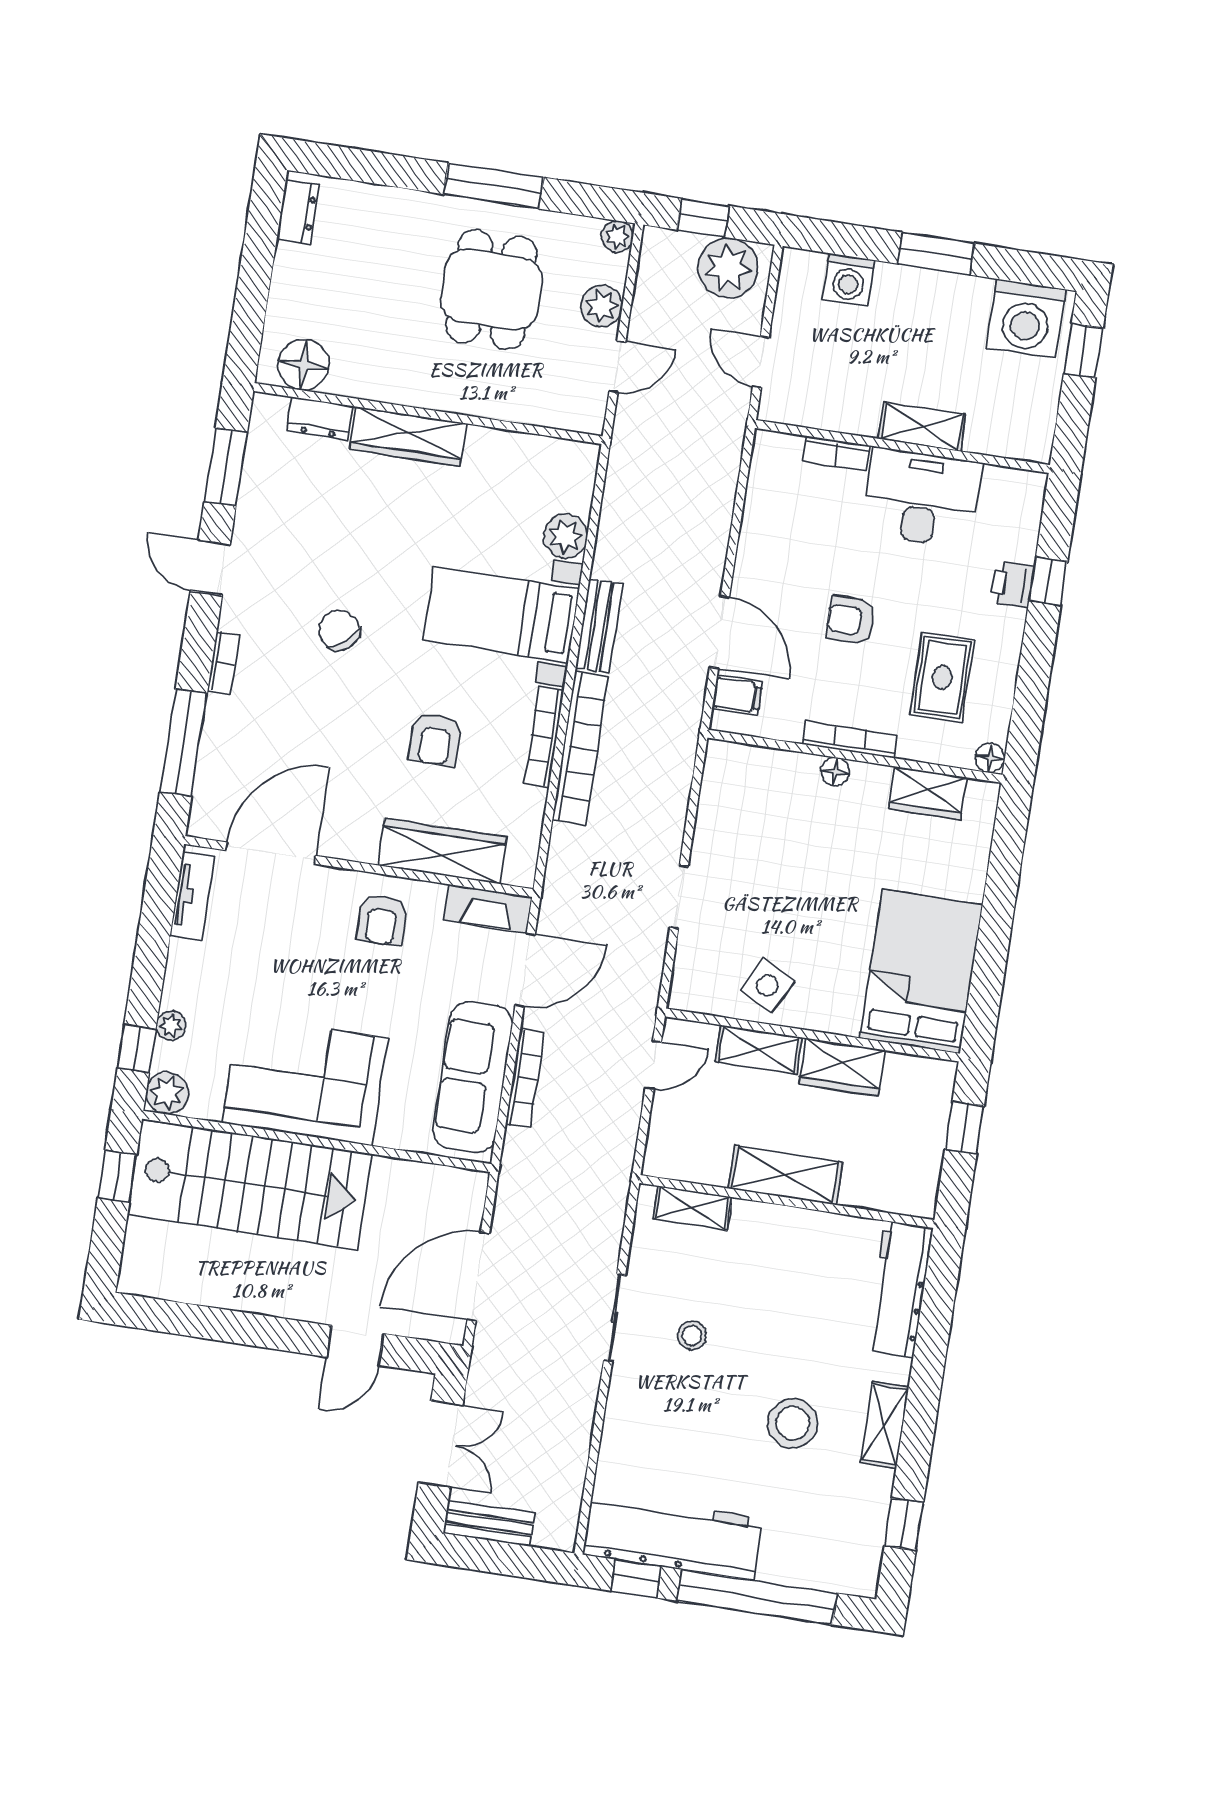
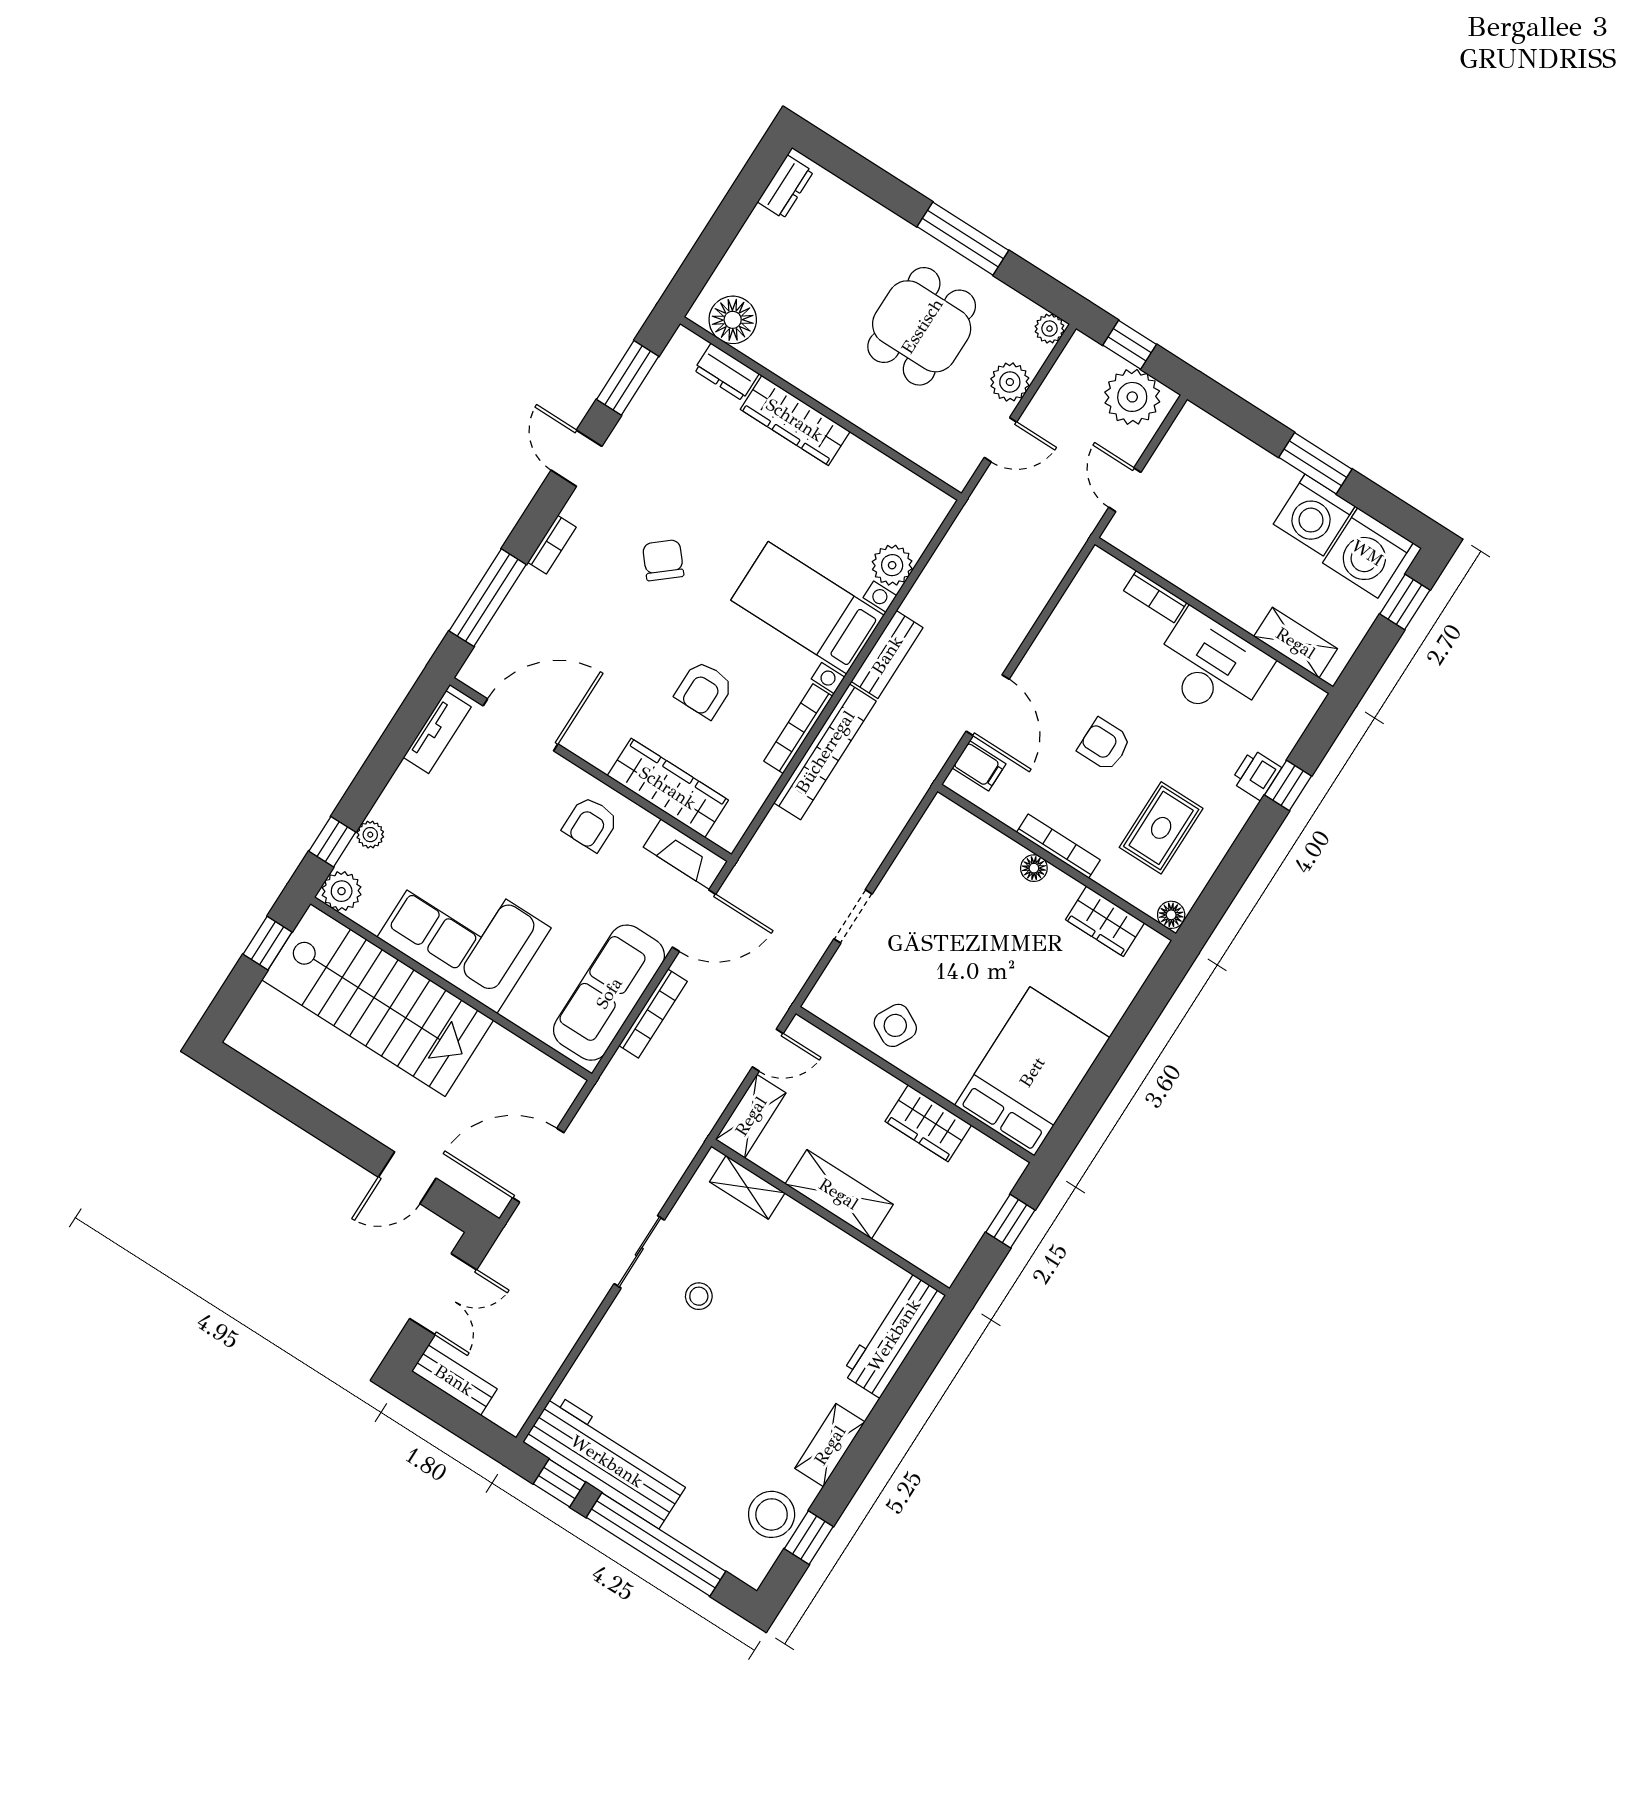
washing machine: (849, 280) -> (1314, 515), moved, width x1.37, depth x1.37
shelving: (922, 427) -> (1296, 643), moved
shelving: (759, 1050) -> (751, 1116), moved, turned 90
stool: (793, 1423) -> (772, 1514), moved

